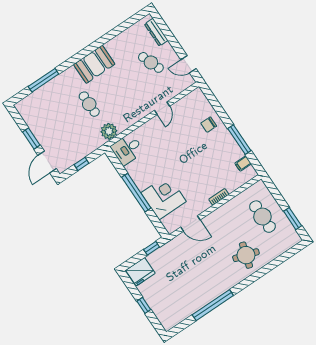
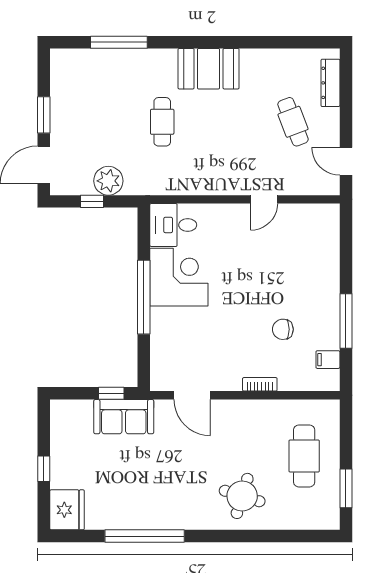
chair: (209, 125) -> (283, 329), moved
plant: (109, 131) -> (108, 181), moved
corner desk: (164, 197) -> (179, 277), moved
sofa: (165, 255) -> (124, 417), added
fridge: (140, 272) -> (67, 510), moved, turned -90

